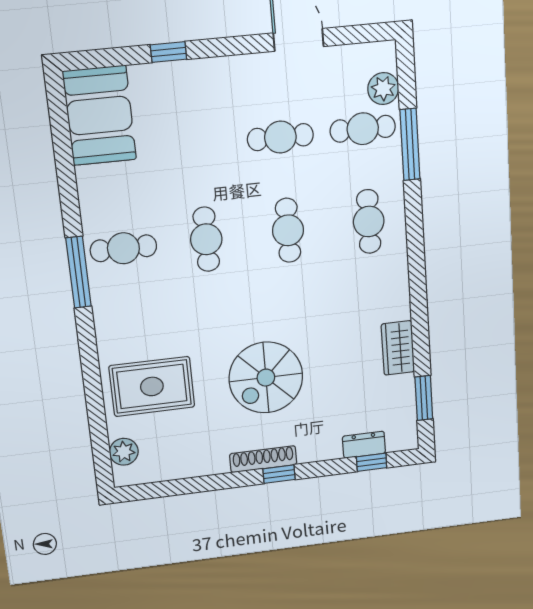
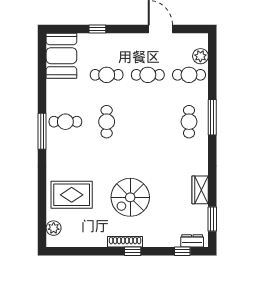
window: (410, 144) -> (212, 117), moved
cafe table: (288, 230) -> (107, 75), moved, turned 90
dresser: (364, 445) -> (192, 241), moved

